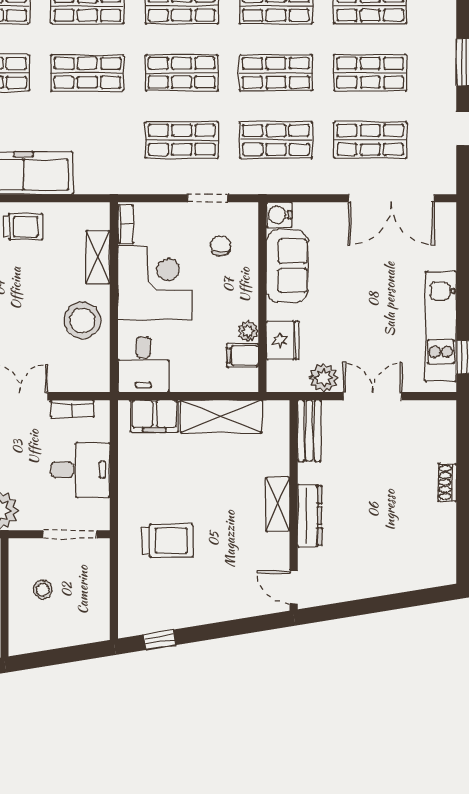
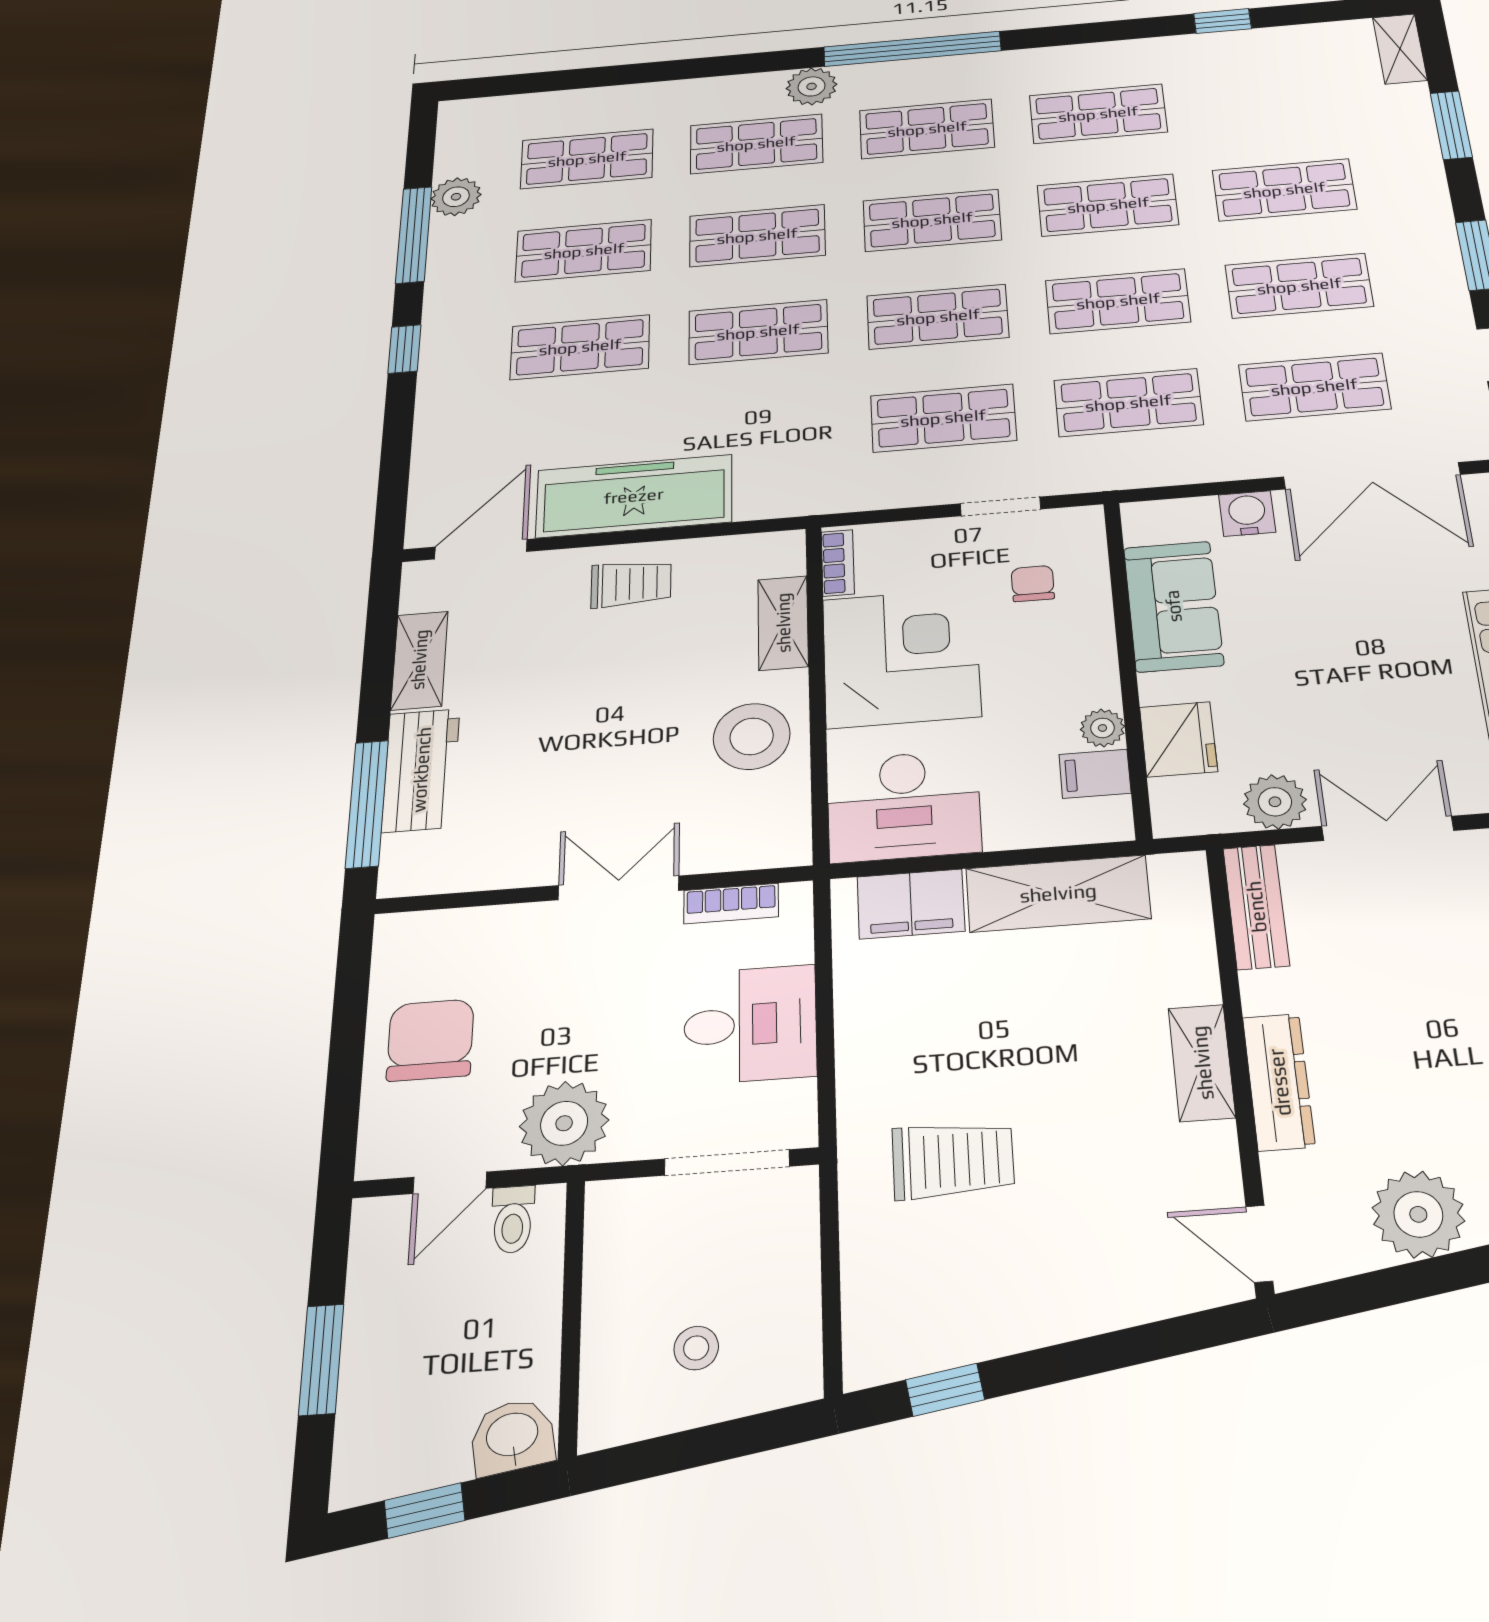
water cooler: (279, 215) -> (1247, 513), moved, turned 90
desk: (143, 365) -> (904, 806), width x1.37
plant: (361, 580) -> (1418, 1214), added
stool: (43, 590) -> (696, 1348), moved

